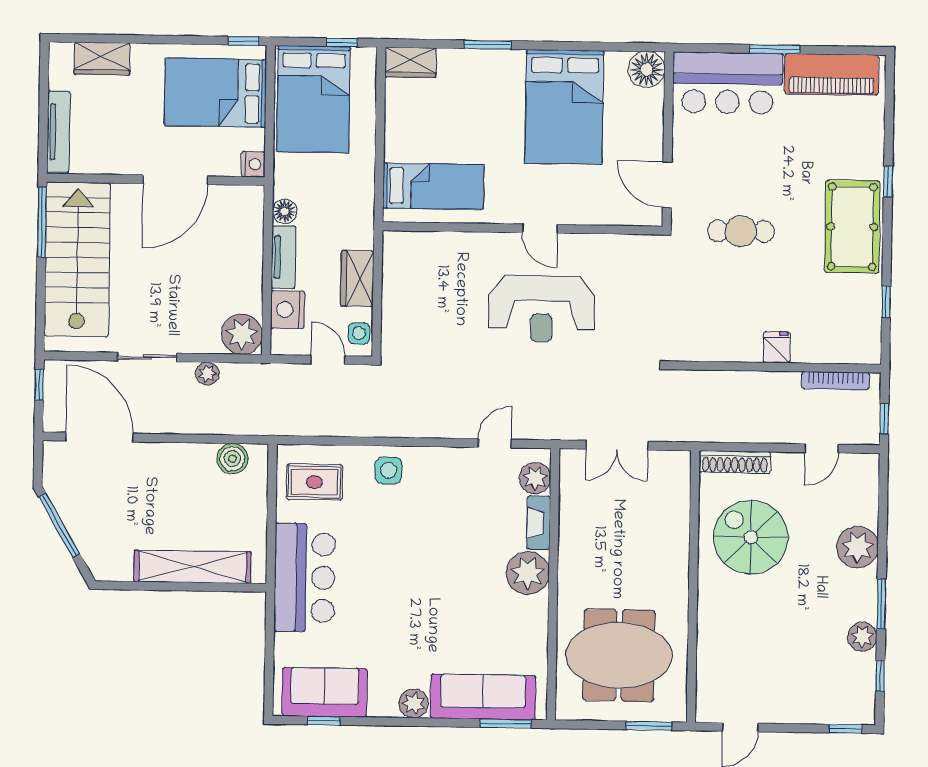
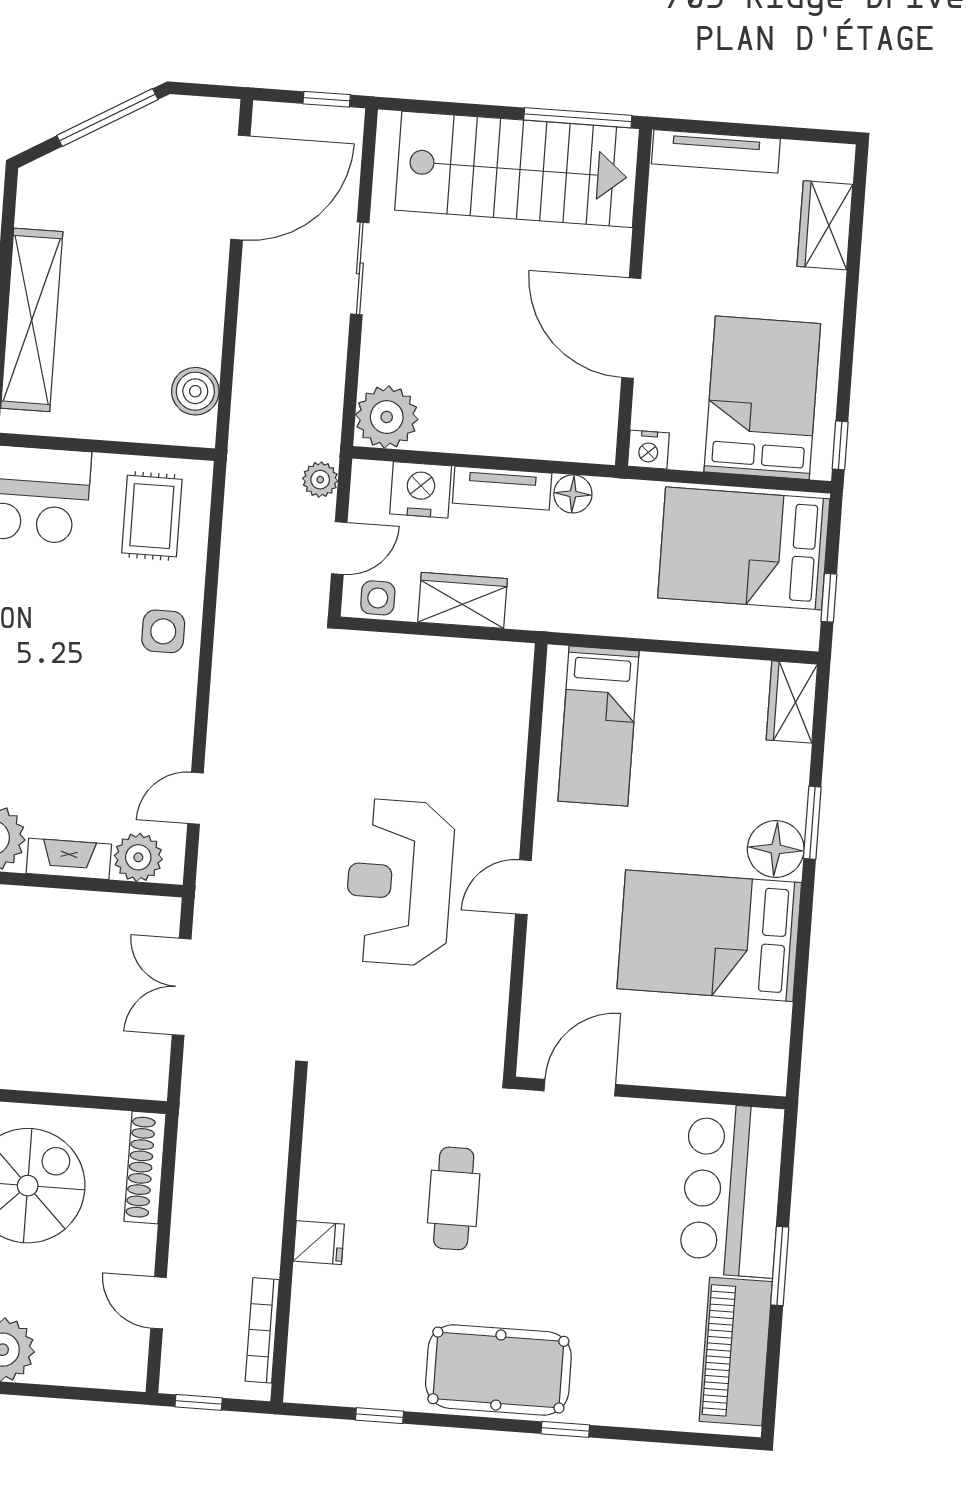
floor lamp: (647, 70) -> (776, 849), moved
cafe table: (741, 231) -> (454, 1198), moved
plant: (207, 374) -> (320, 480), moved
door: (495, 443) -> (196, 798), swing flipped

